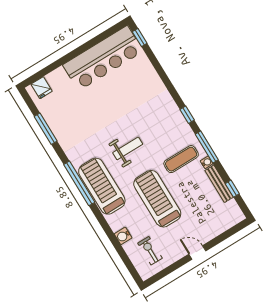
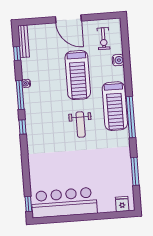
weight bench: (128, 148) -> (81, 125), turned -90
exercise mat: (181, 159) -> (44, 96), removed
bench: (219, 184) -> (24, 41), moved
door: (197, 252) -> (68, 19), width x1.88

